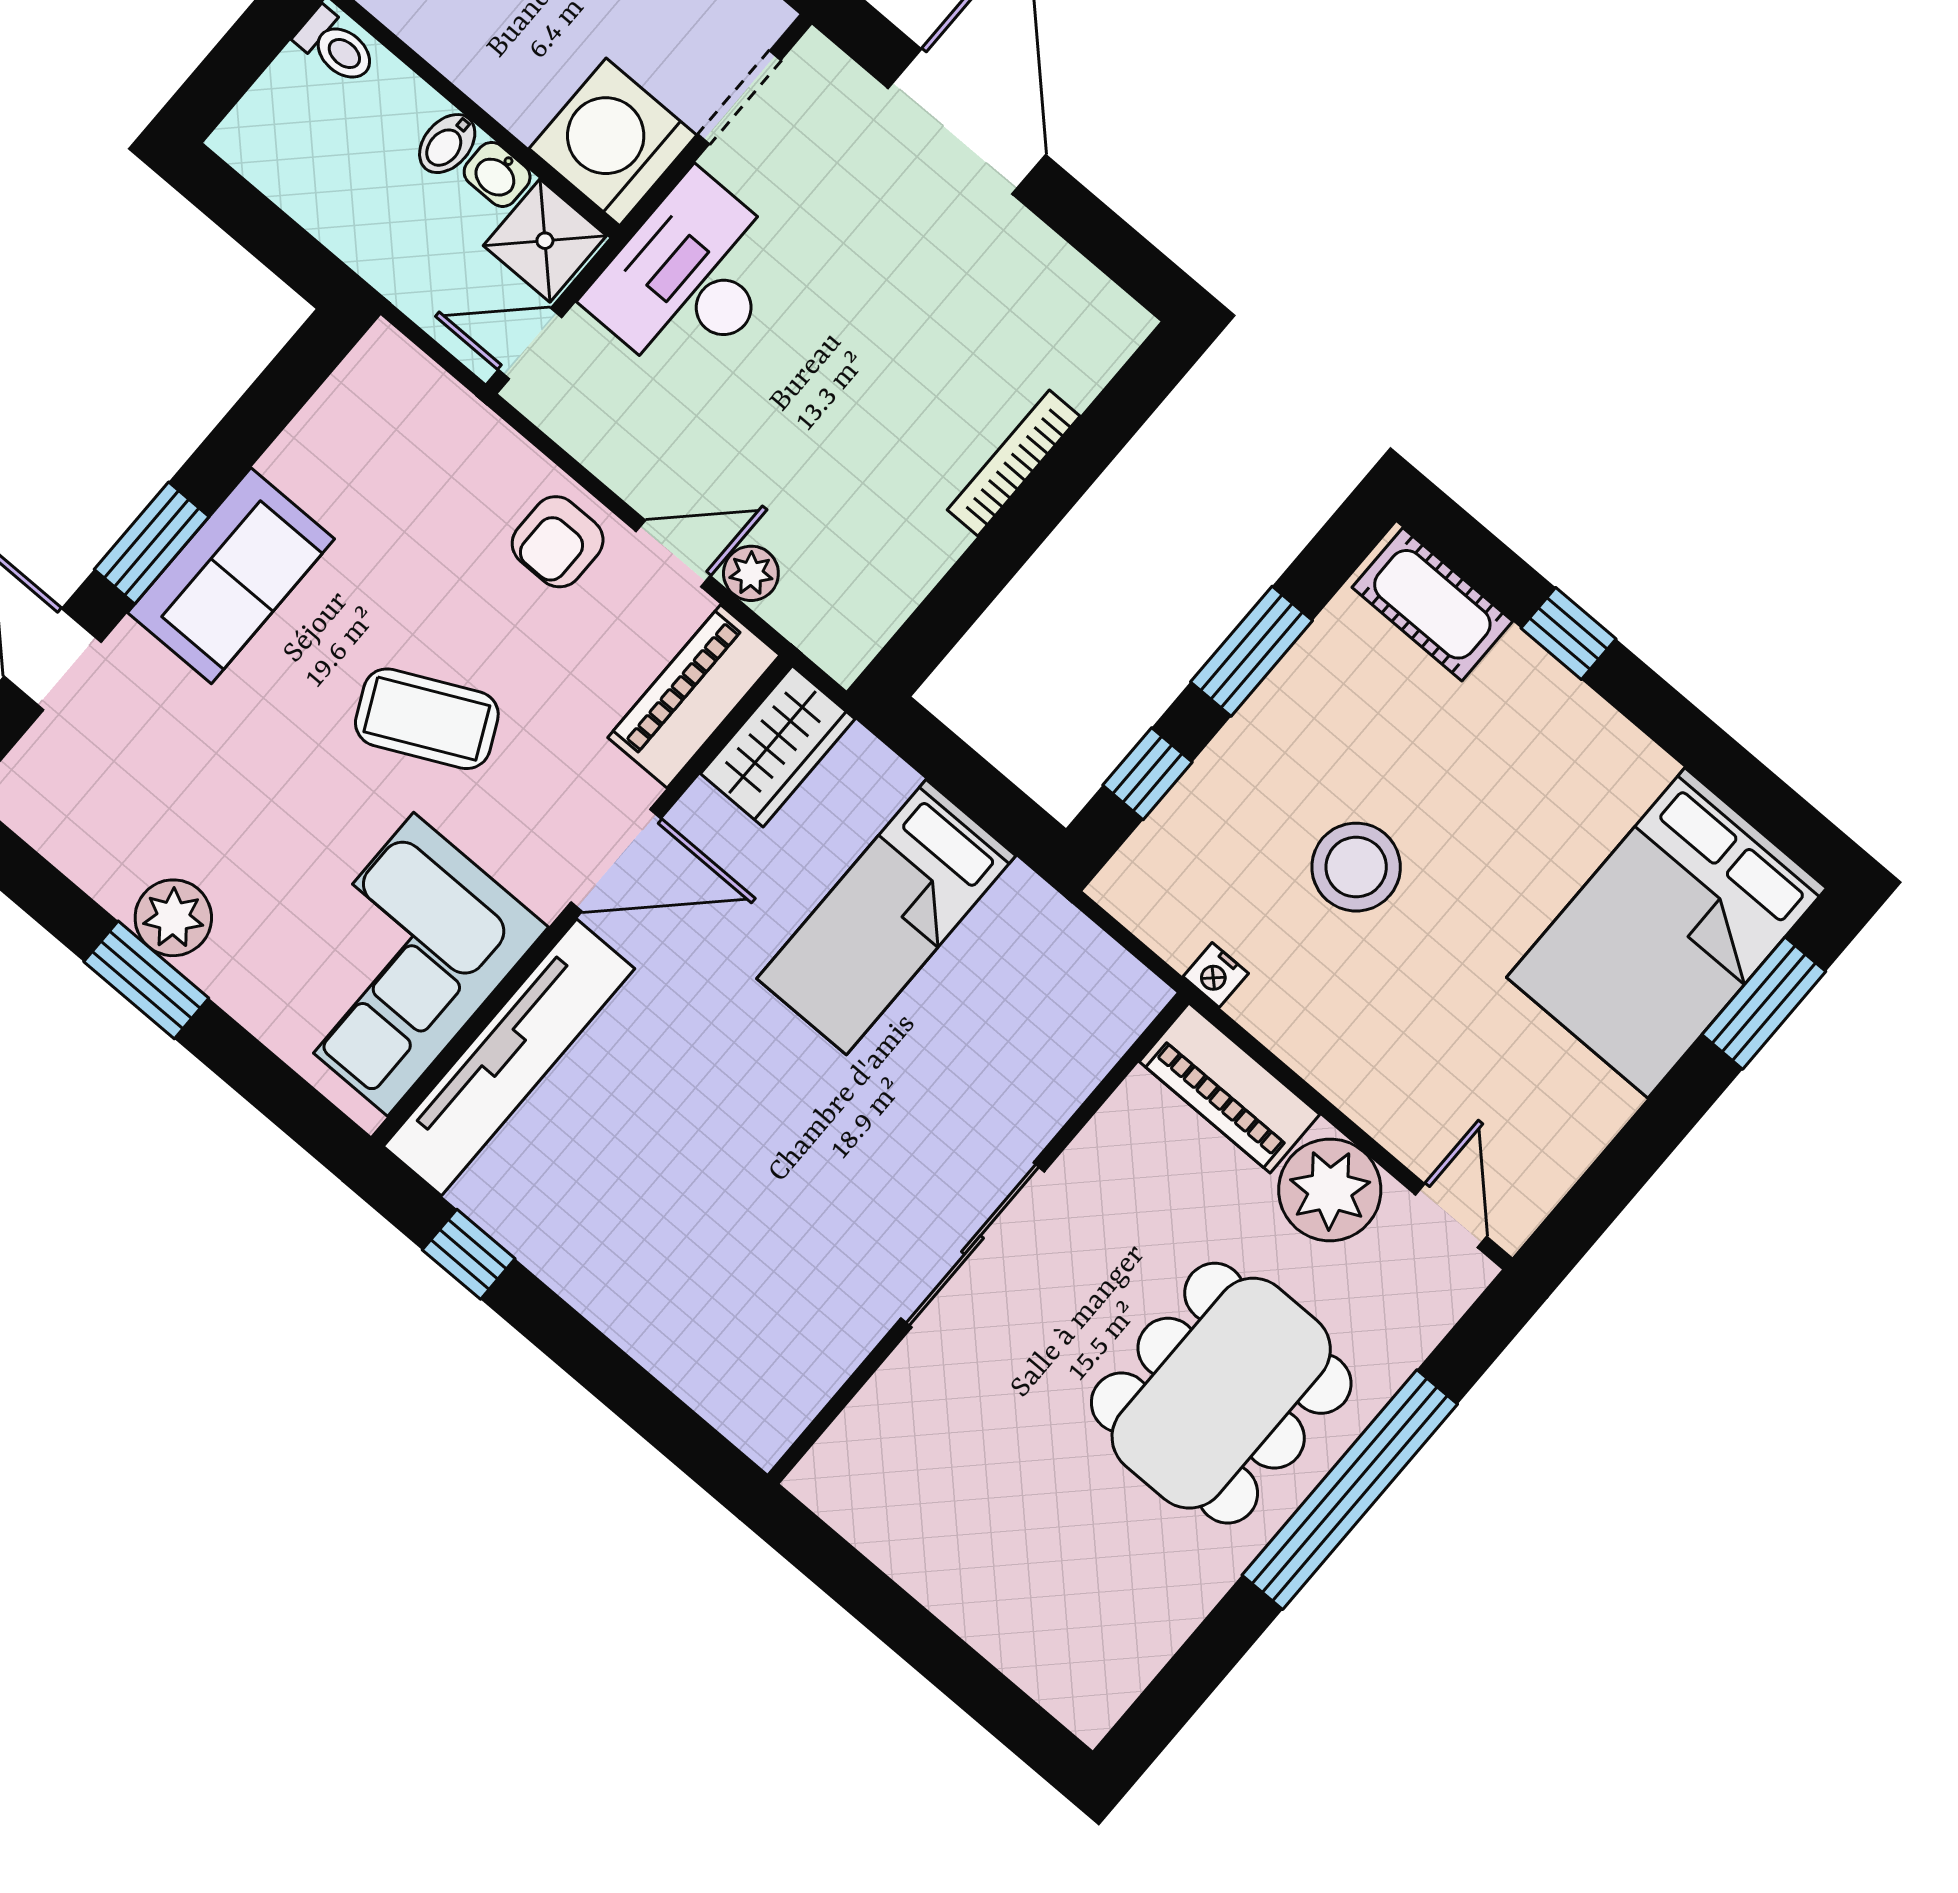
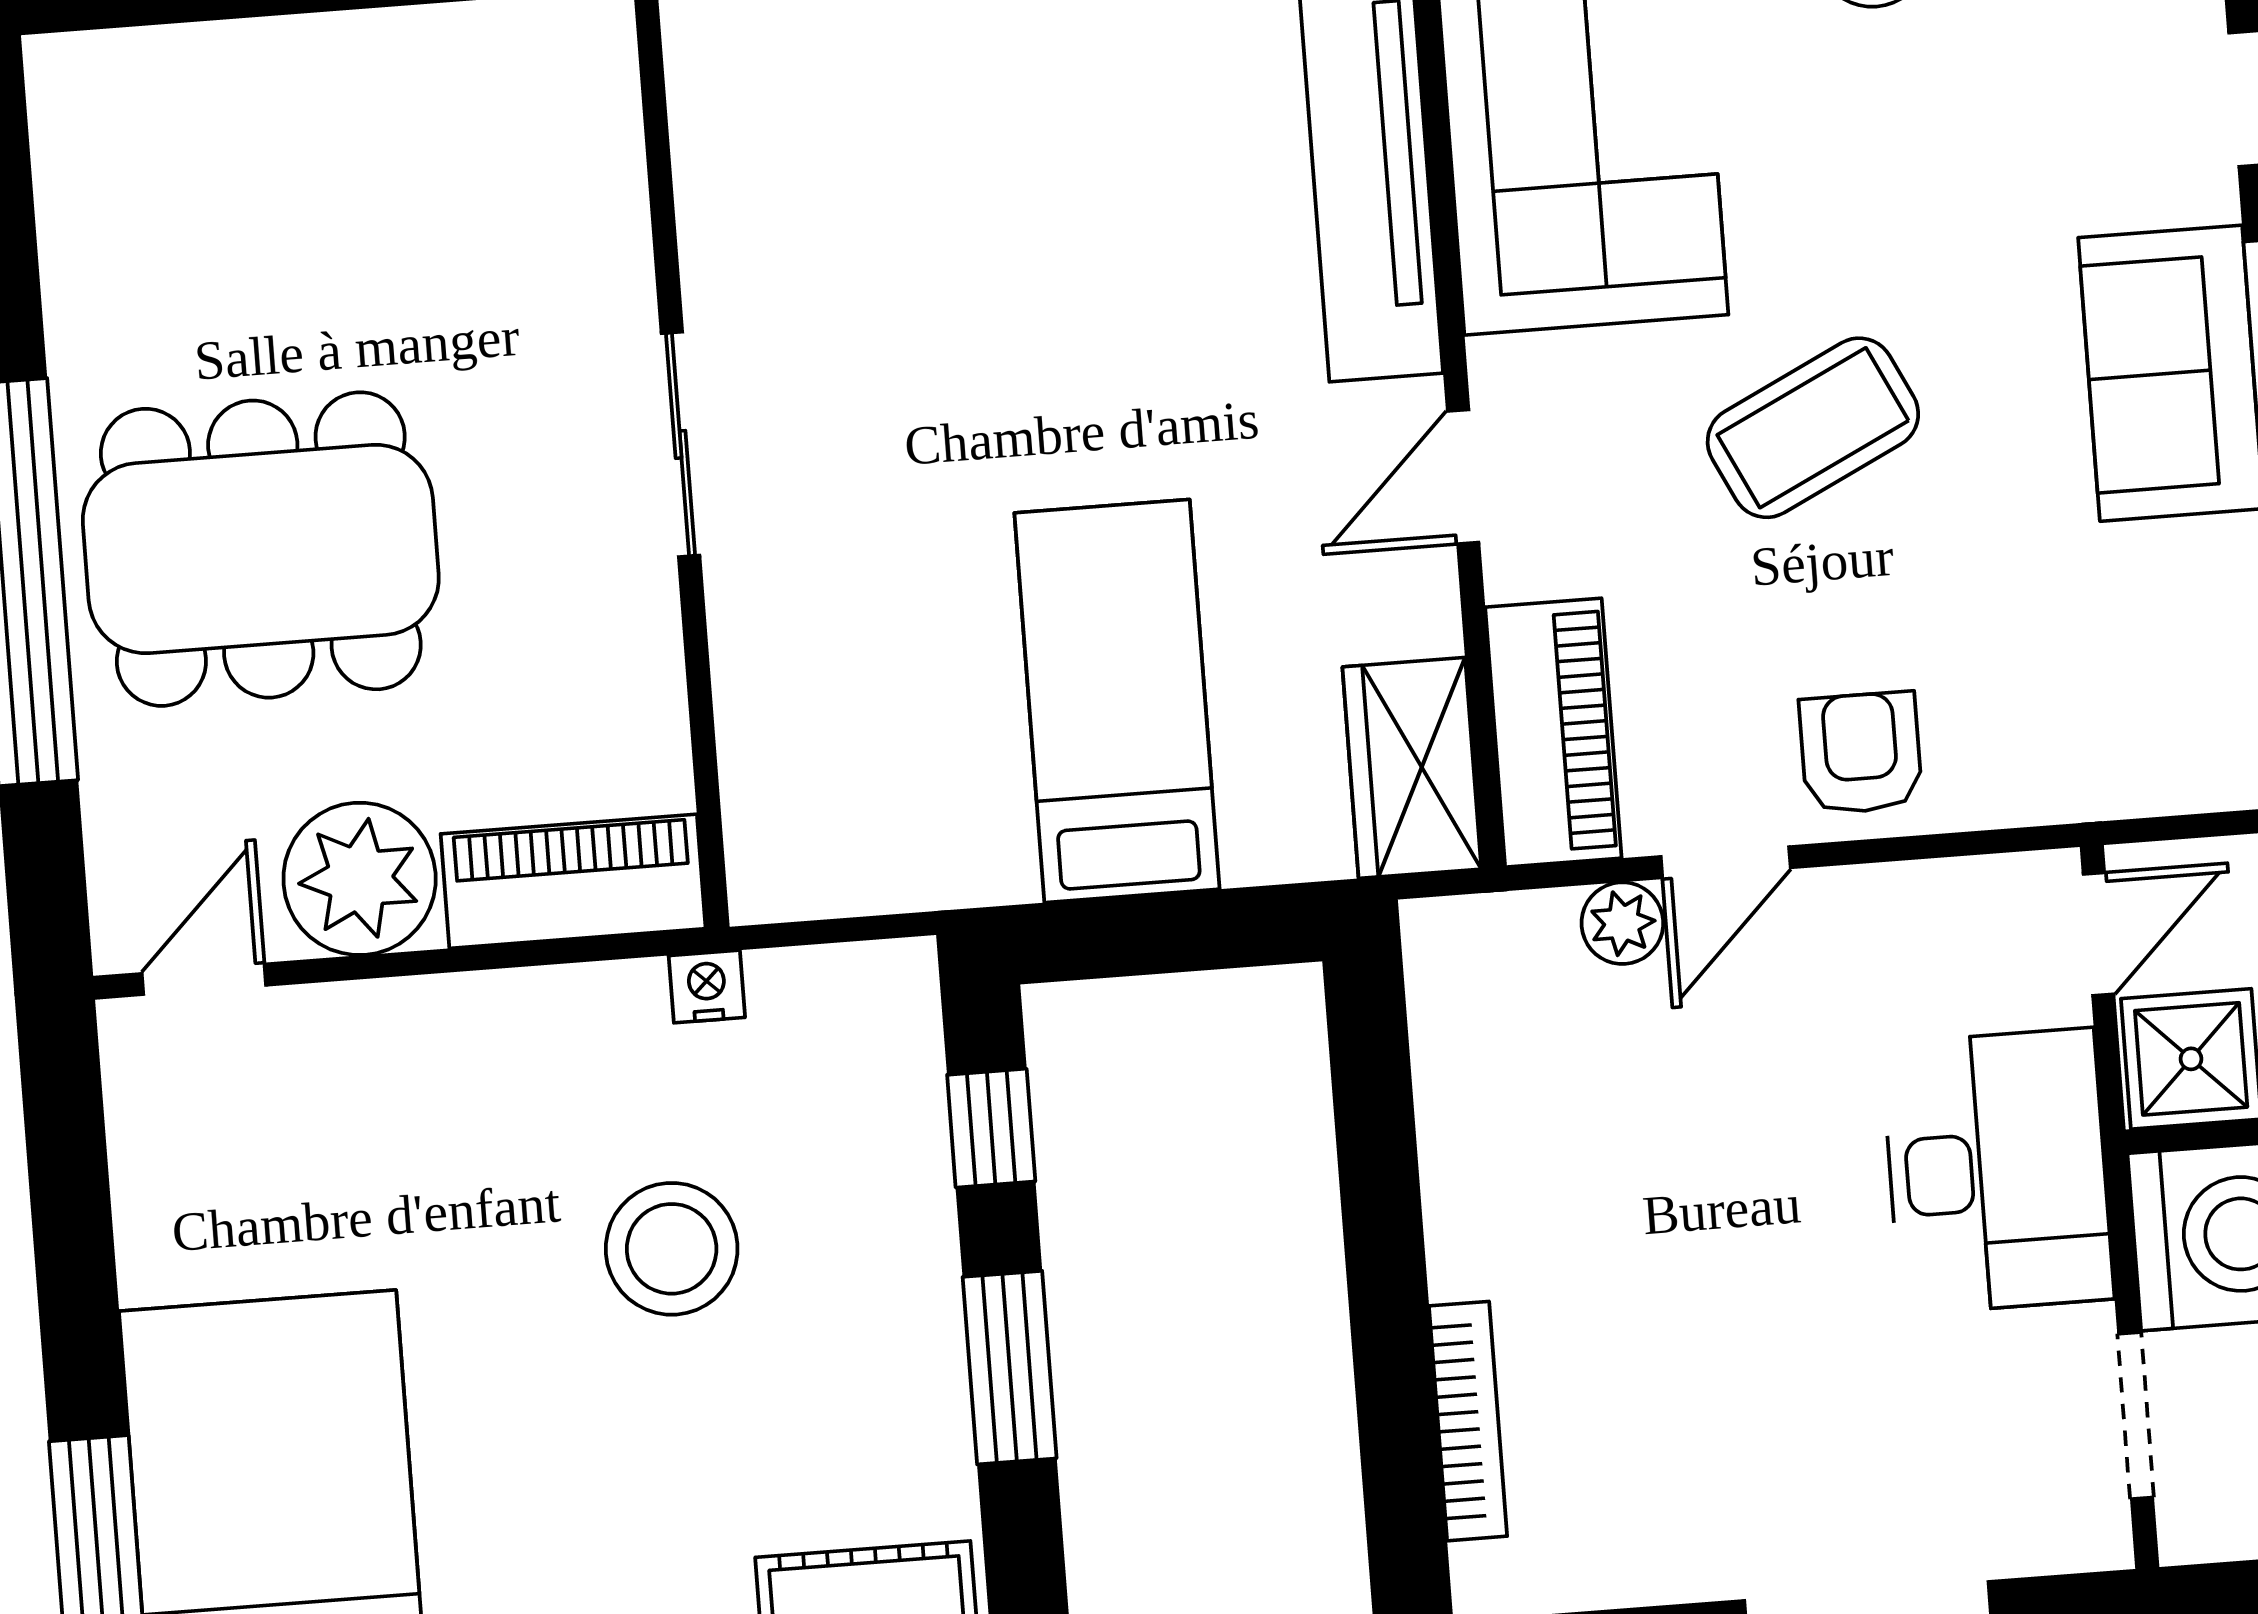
bookcase: (1014, 463) -> (1468, 1421), moved
door: (616, 860) -> (1463, 477), width x0.73
door: (1451, 1216) -> (204, 979), swing flipped
sliding door: (973, 1245) -> (680, 444), width x0.73
dining table: (1221, 1393) -> (261, 549), turned 90

